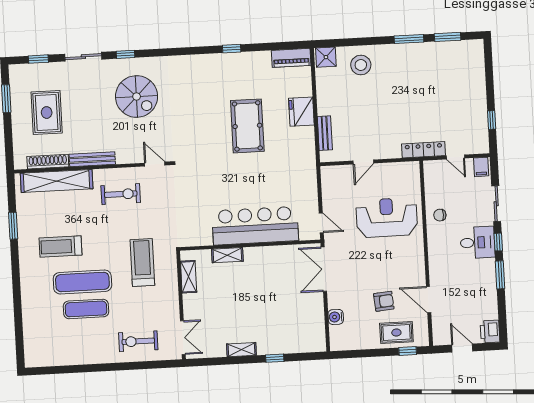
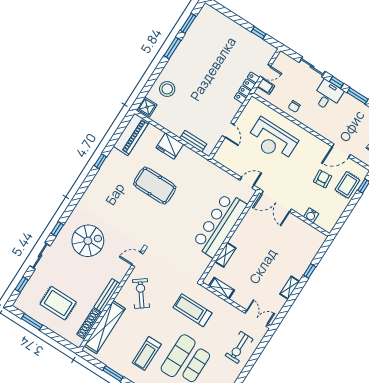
piano: (291, 58) -> (131, 134), width x1.37, depth x1.33
filing cabinet: (481, 167) -> (266, 86), moved
exercise bike: (121, 194) -> (141, 293), turned -37
reception desk: (387, 218) -> (272, 140), turned -90

